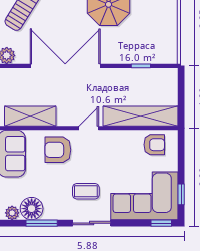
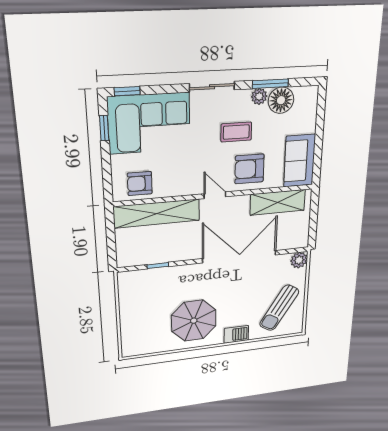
double door: (65, 66) -> (239, 257), swing flipped
door: (89, 128) -> (215, 195), swing flipped
armchair: (58, 150) -> (249, 169), turned 180
coffee table: (86, 191) -> (236, 132), moved
plant: (12, 213) -> (259, 96), moved

